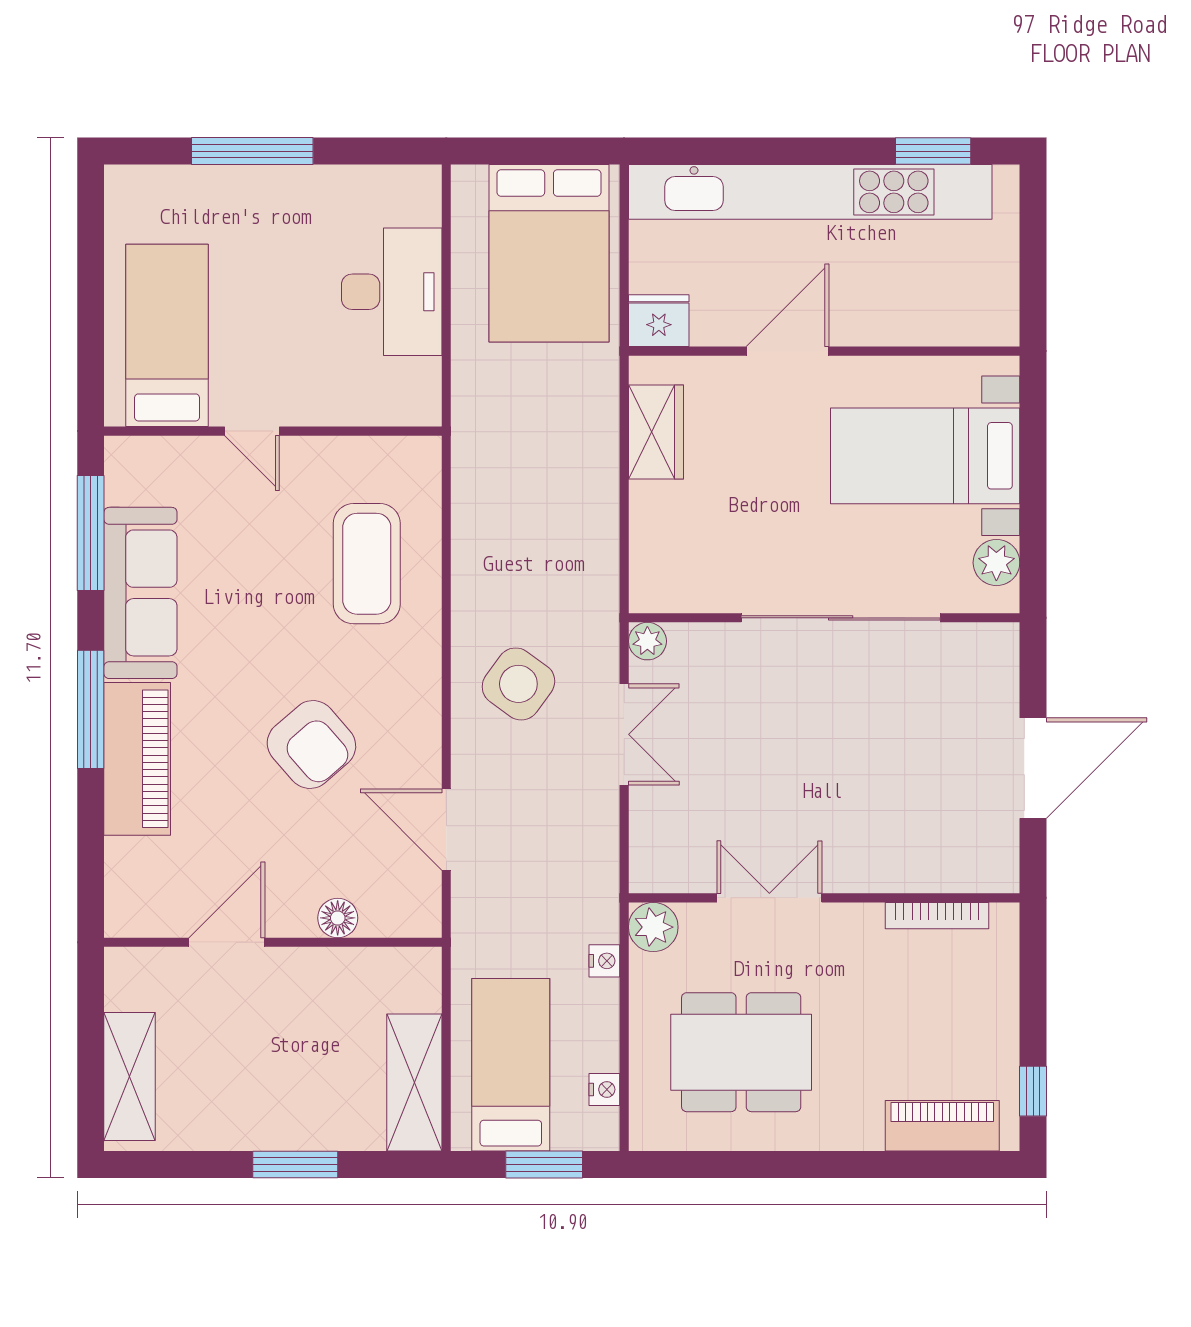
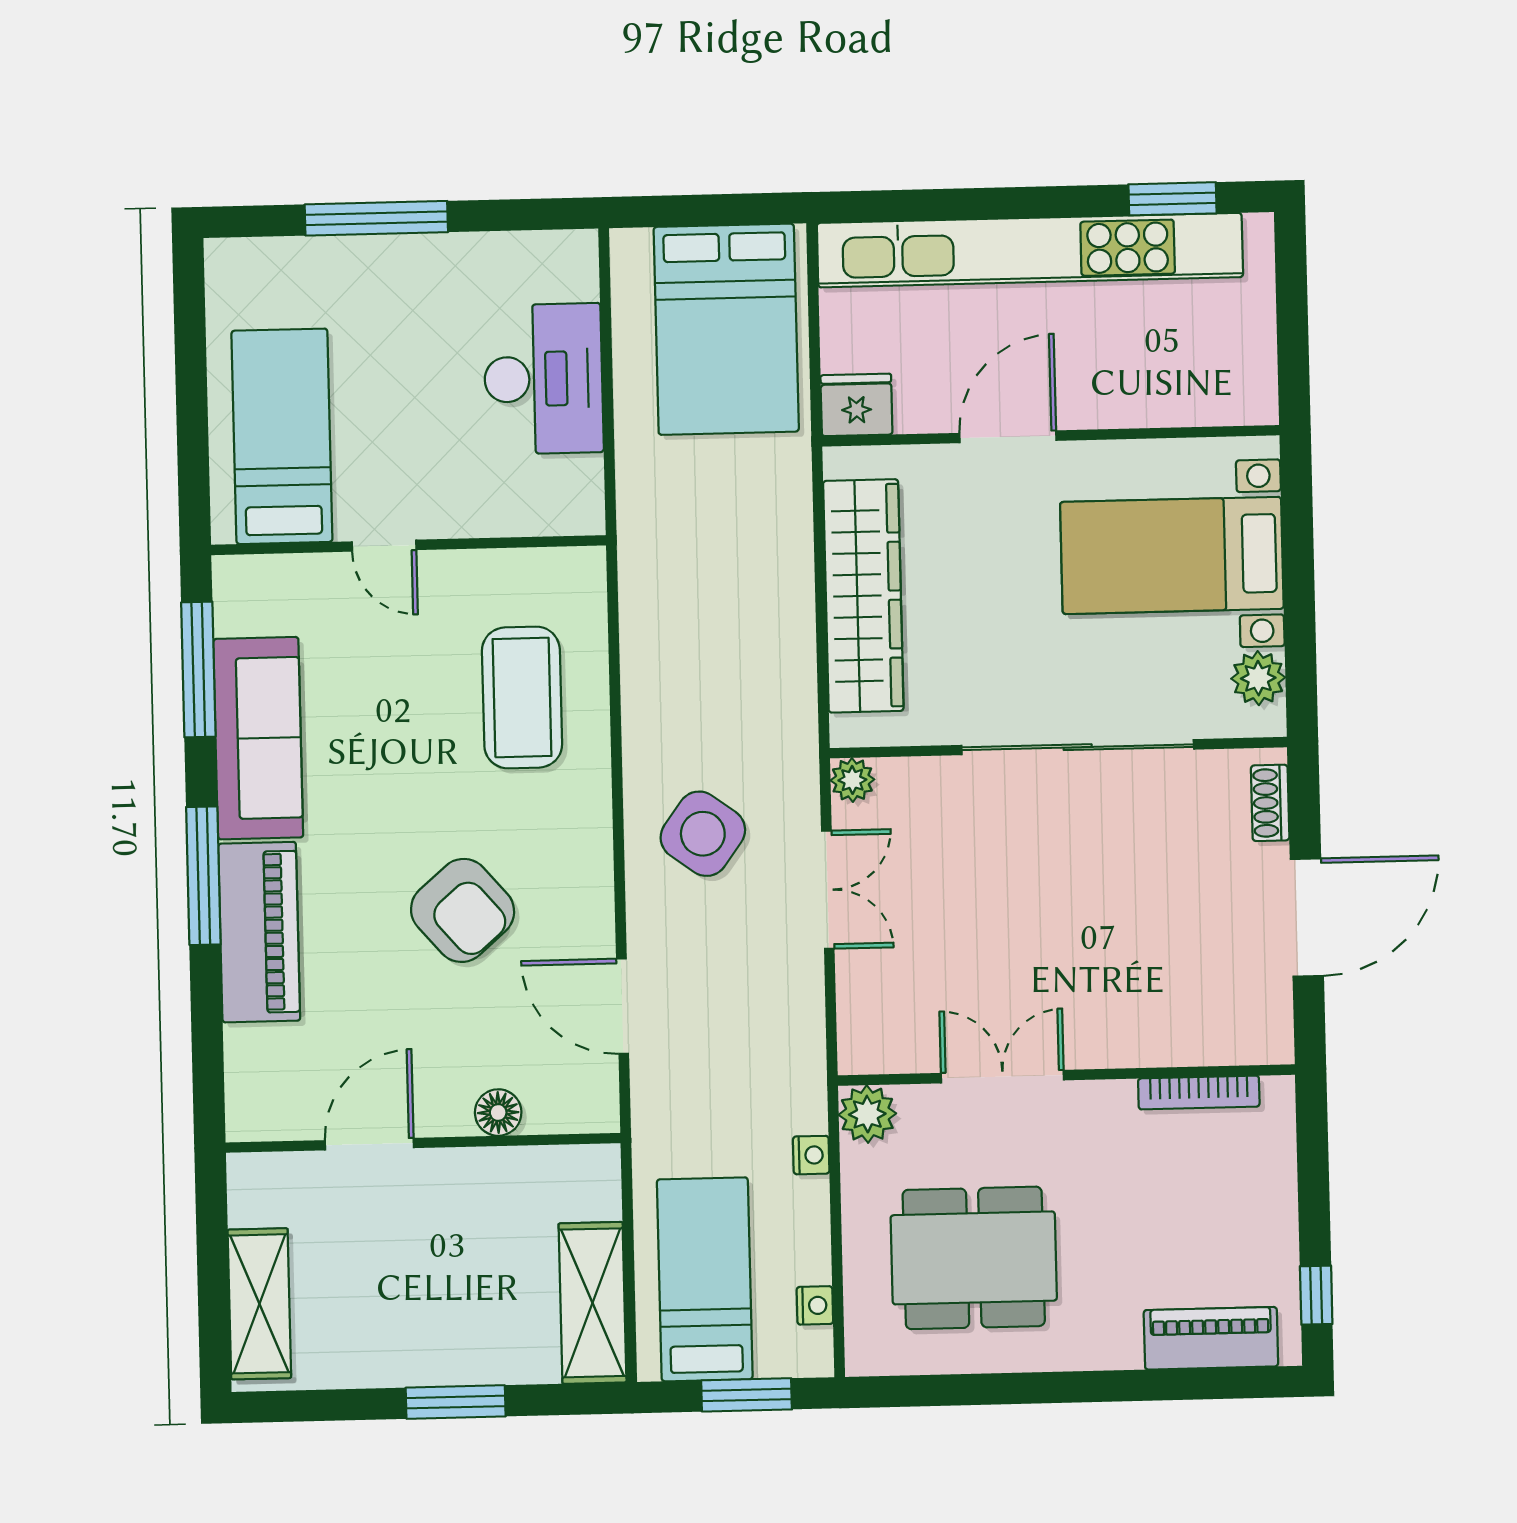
wardrobe: (656, 432) -> (863, 596), width x2.10, depth x1.17
shoe rack: (1004, 669) -> (1270, 803), added

